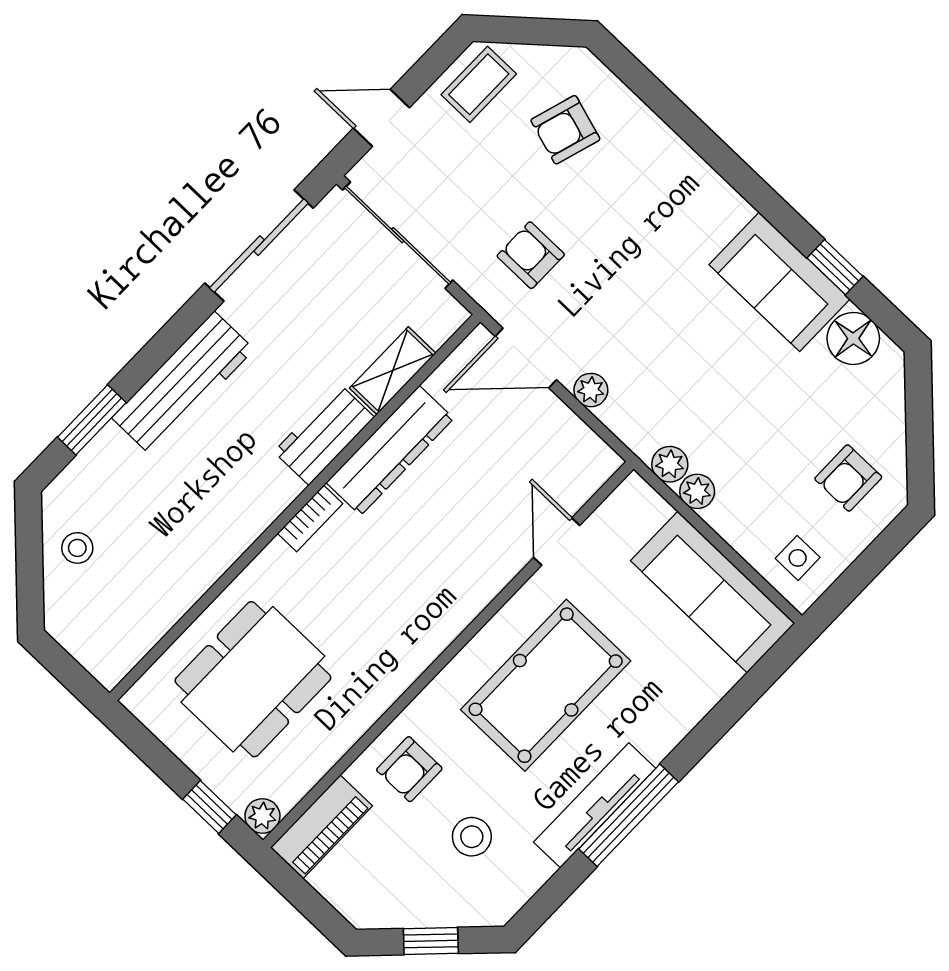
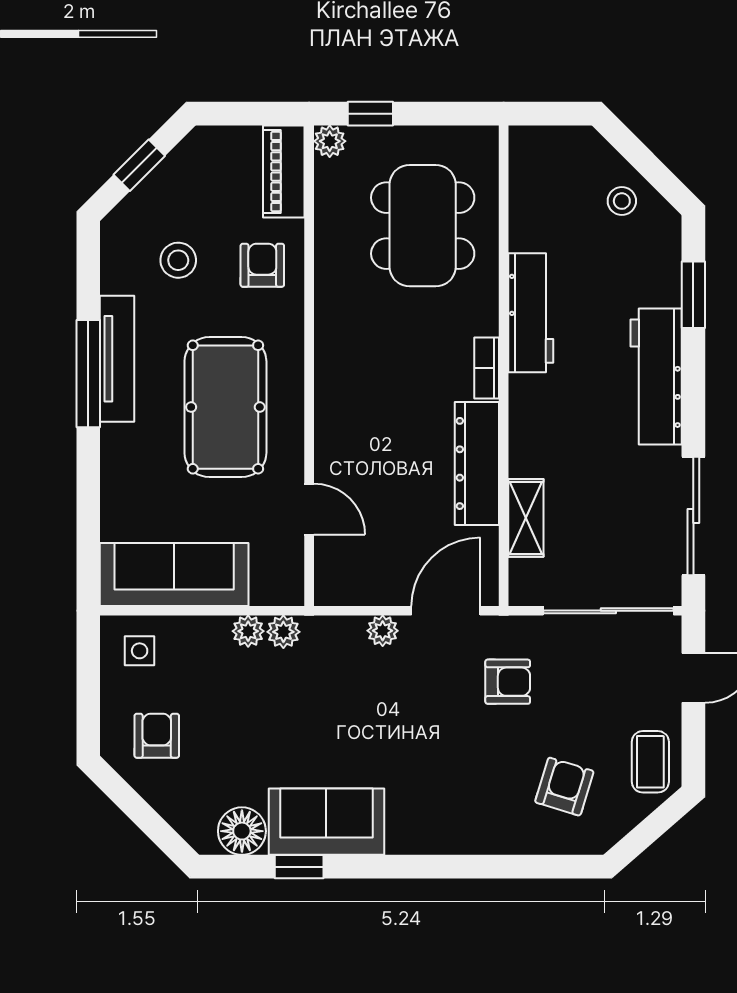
workbench: (324, 434) -> (531, 313), moved, width x1.38

